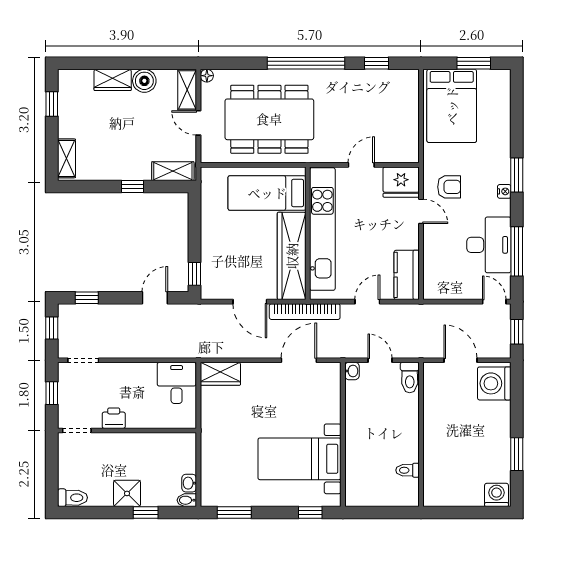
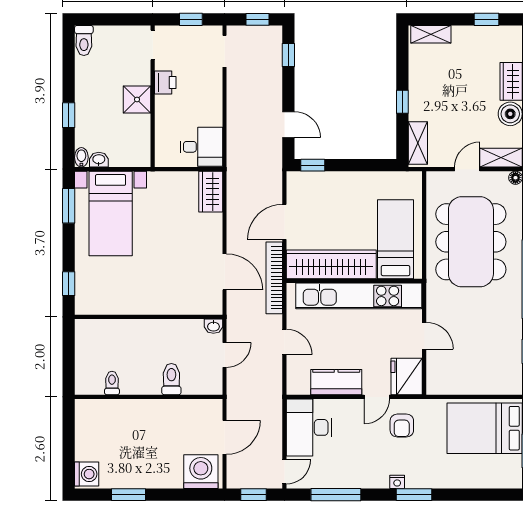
desk: (489, 245) -> (309, 427), moved, turned 90
kitchen counter: (407, 275) -> (336, 382), moved
toilet: (410, 378) -> (171, 379), moved, turned 90
bed with nightstands: (299, 459) -> (111, 213), moved, turned 180
shower: (127, 493) -> (137, 99), moved

